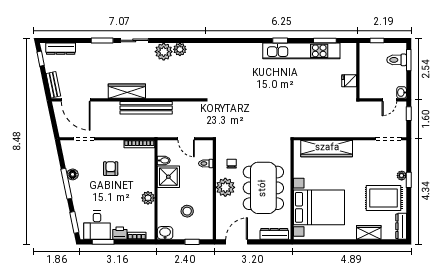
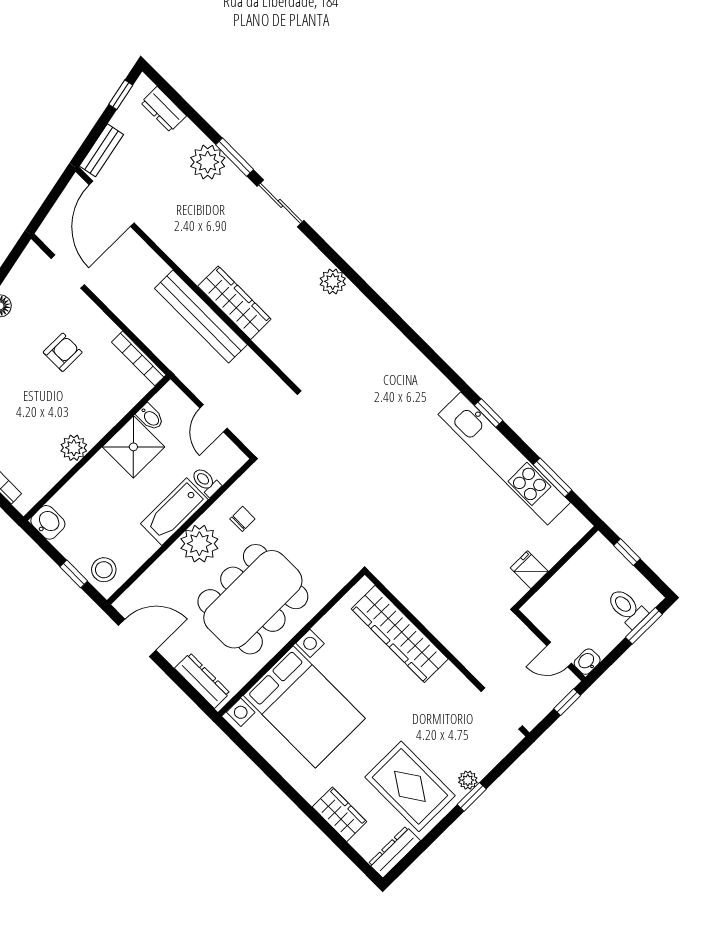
dresser: (61, 49) -> (164, 109), width x0.70
plant: (164, 52) -> (208, 162), moved
wardrobe: (127, 91) -> (234, 303), moved
bathtub: (205, 185) -> (174, 512), added
stool: (187, 211) -> (104, 570), moved

